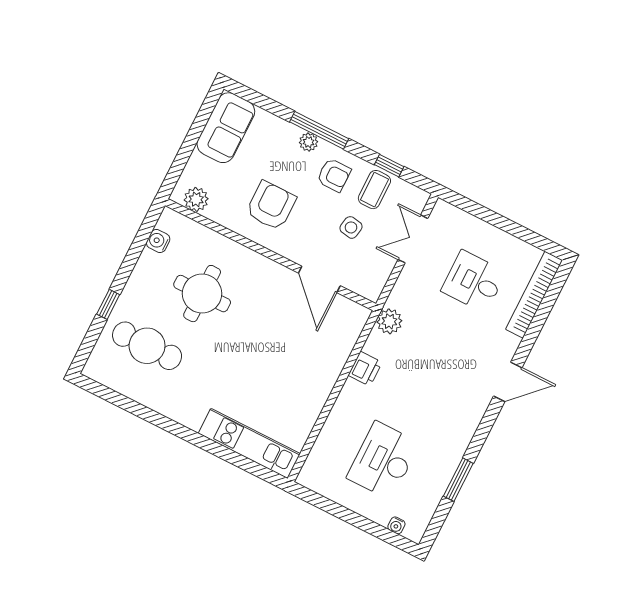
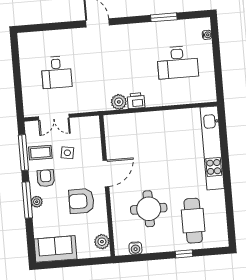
window: (389, 166) -> (23, 153), width x2.17
door: (319, 279) -> (106, 173), moved
bookcase: (534, 295) -> (44, 37), removed
plant: (389, 321) -> (119, 102), moved
kitchen unit: (249, 443) -> (212, 148), width x1.36

